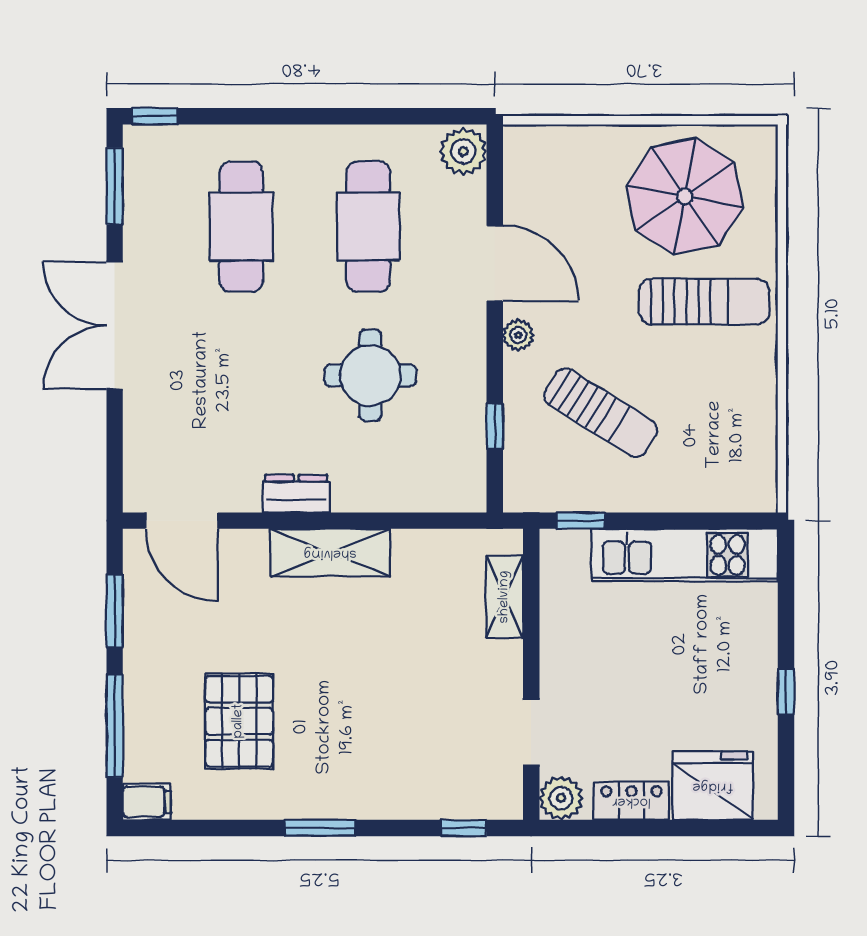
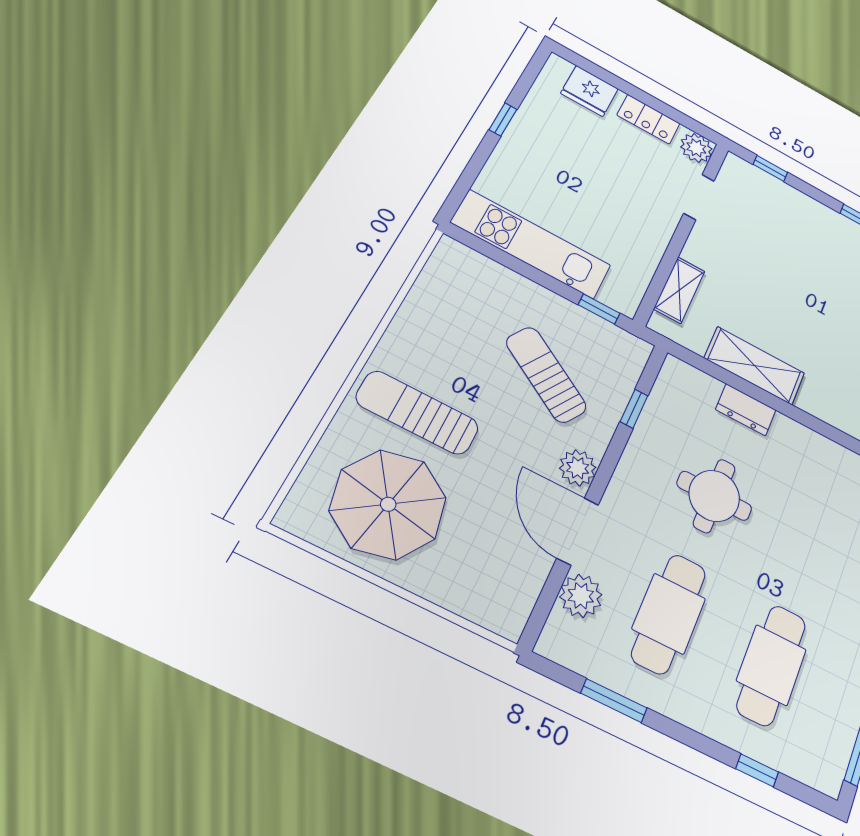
window: (155, 116) -> (757, 770), moved
window: (388, 116) -> (614, 701), added
plant: (463, 151) -> (581, 596), moved
plant: (518, 335) -> (578, 468), width x1.38, depth x1.38
dresser: (296, 494) -> (746, 410), moved
shelving: (330, 553) -> (755, 366), moved
fridge: (713, 786) -> (589, 91), width x0.73, depth x0.75

